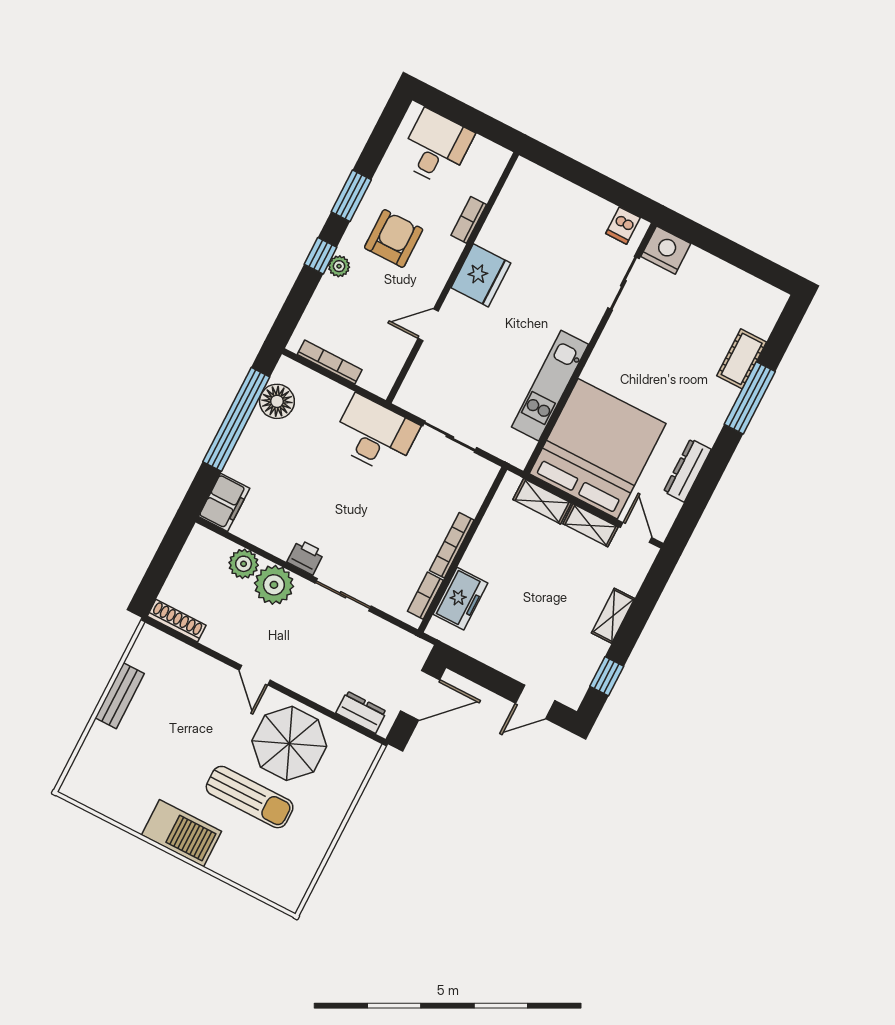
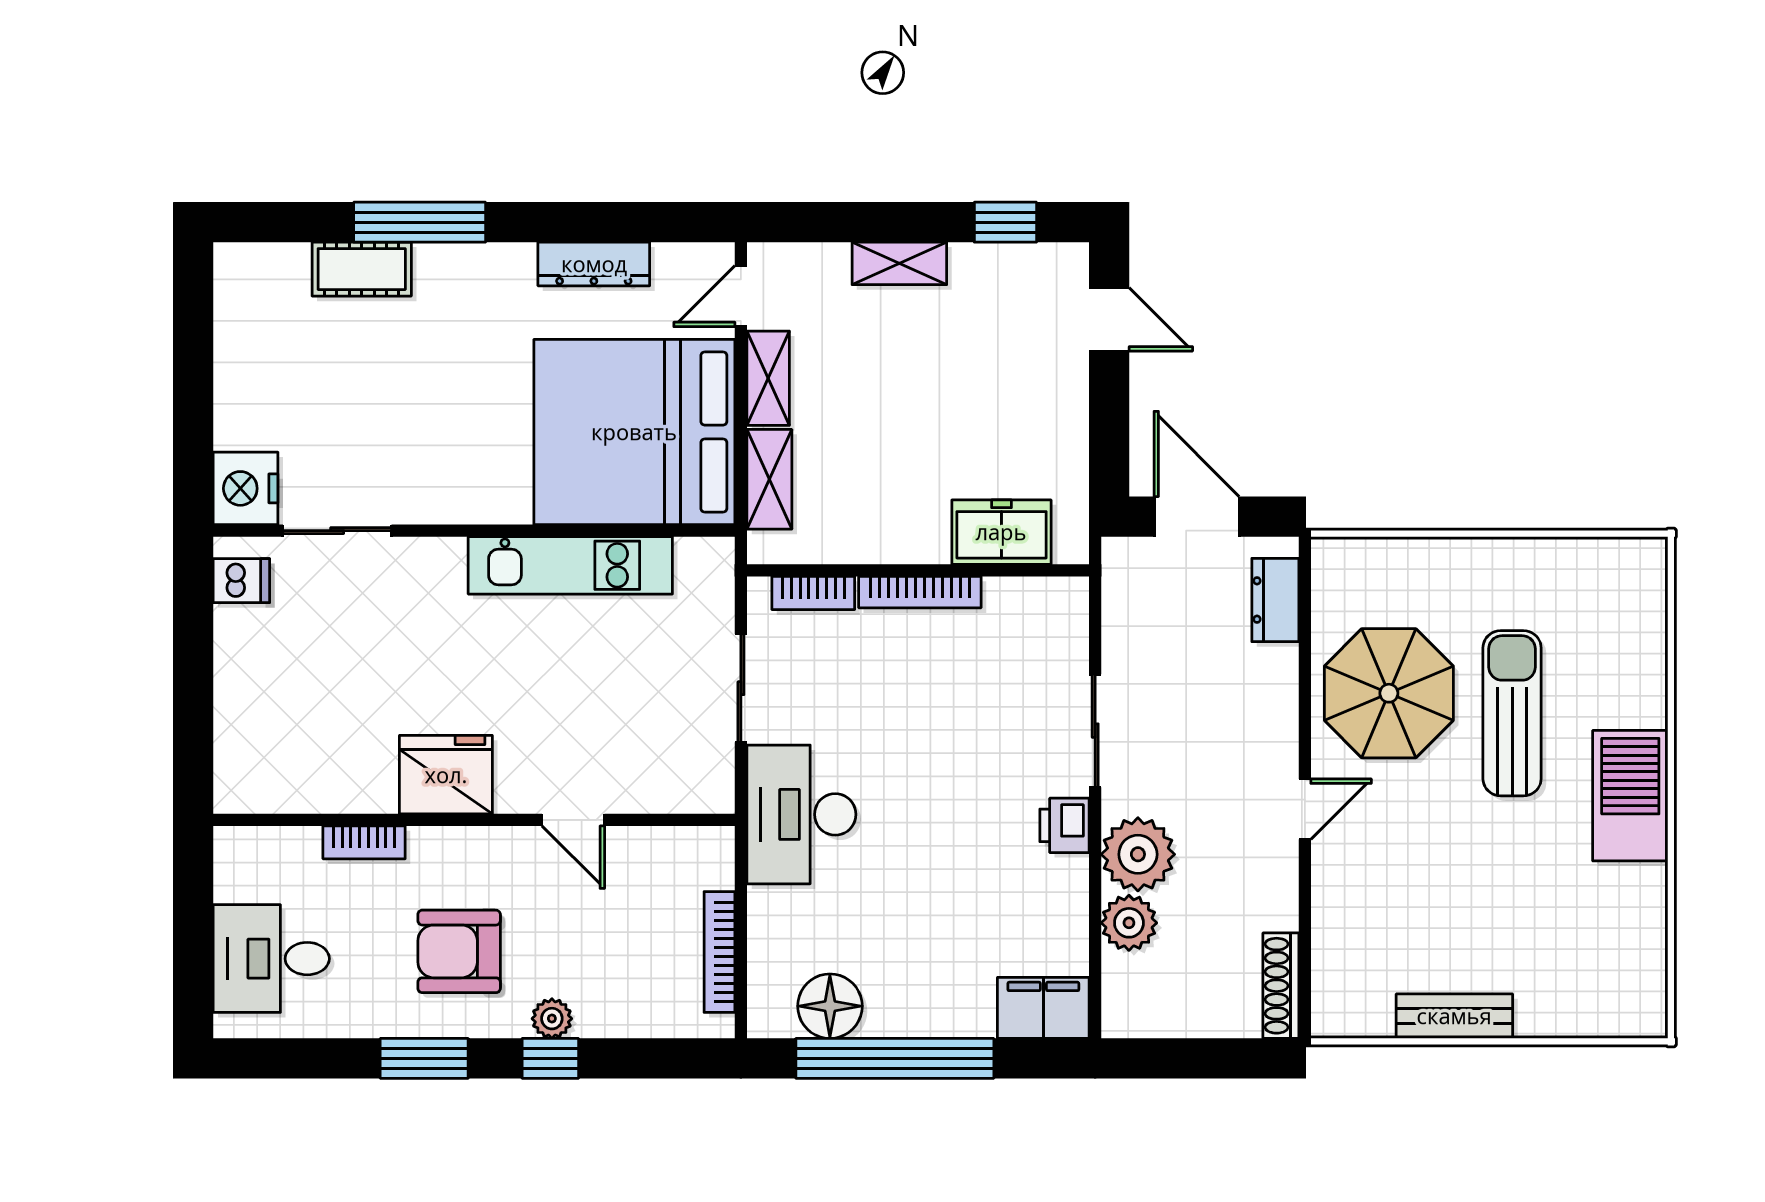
bookcase: (425, 596) -> (813, 593), moved

